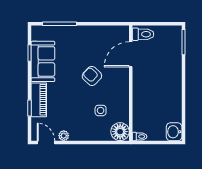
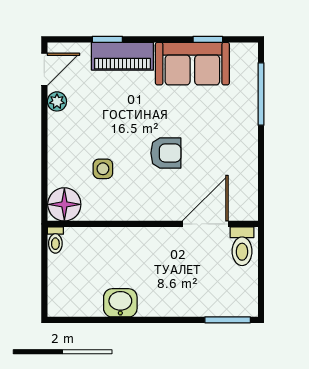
door: (131, 54) -> (205, 224), hinge flipped
armchair: (92, 76) -> (166, 153), turned 47
washbasin: (174, 132) -> (120, 303), moved

